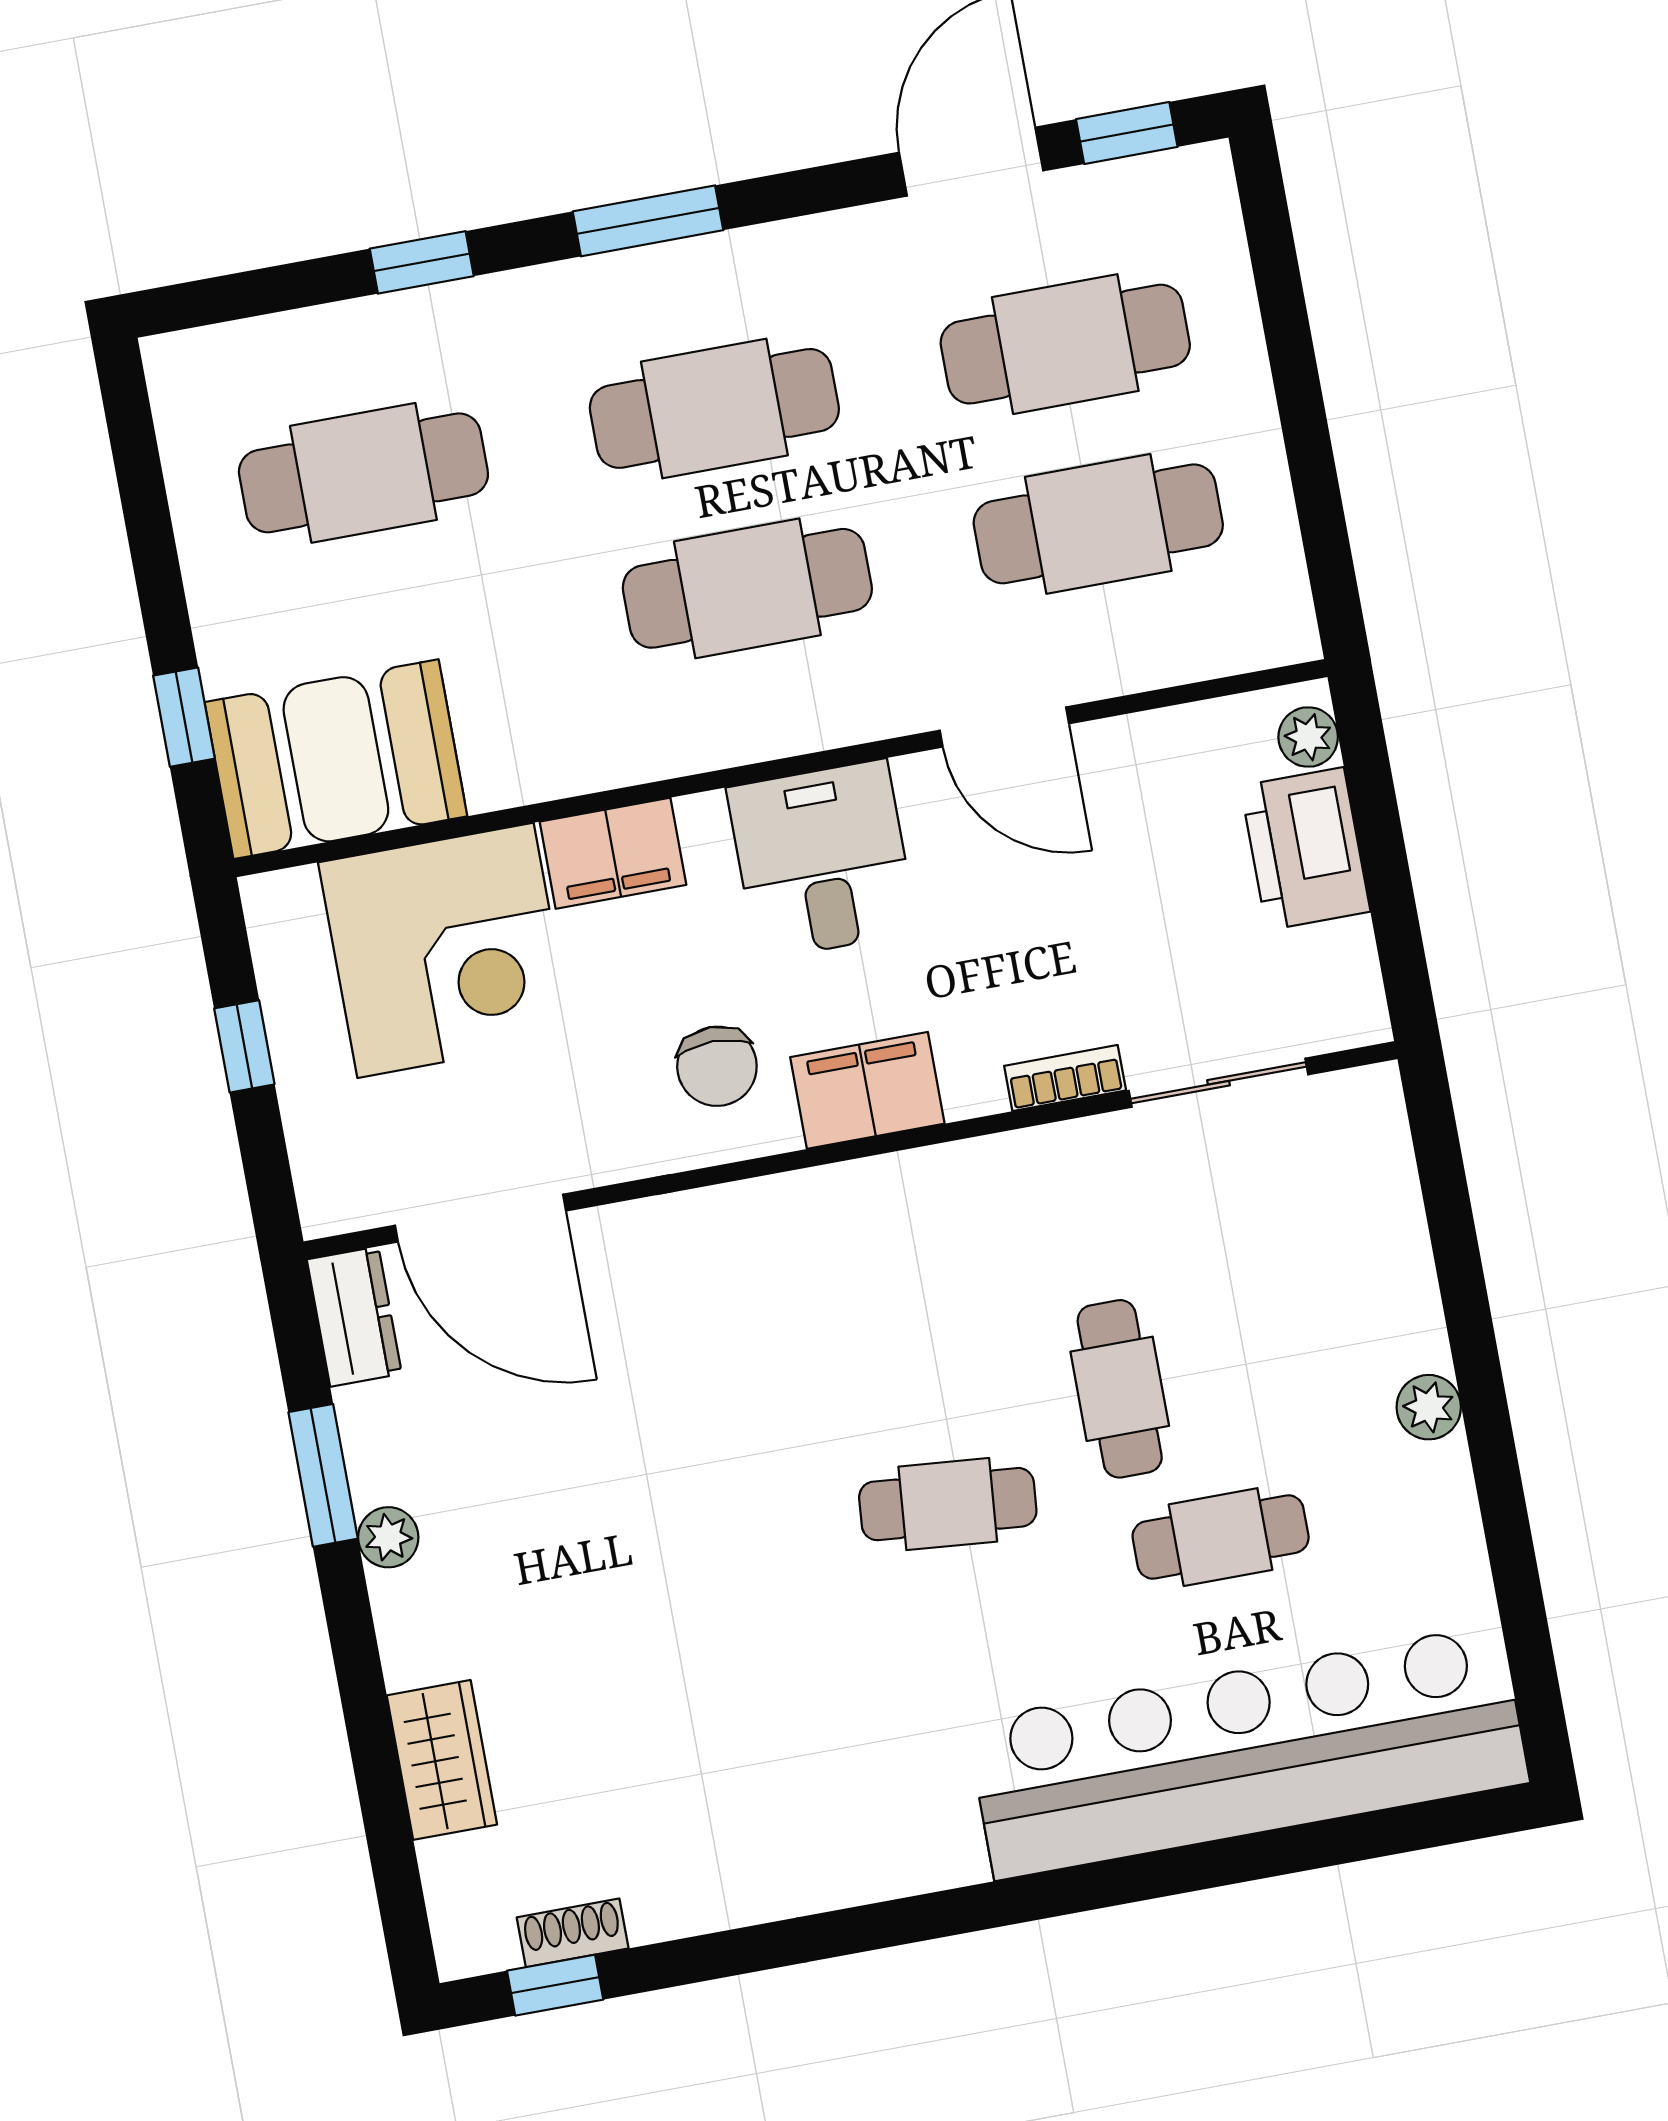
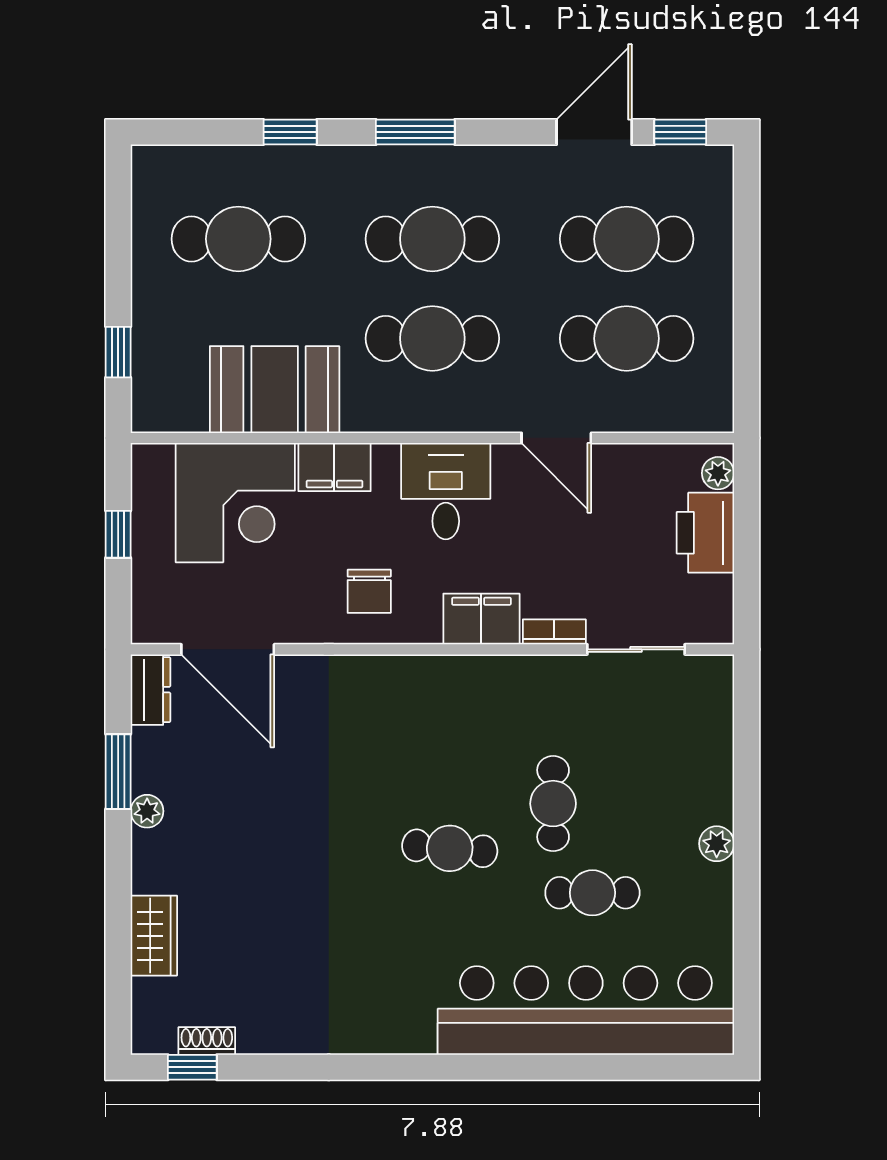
booth: (336, 759) -> (275, 390), moved
filing cabinet: (867, 1090) -> (481, 619), moved

